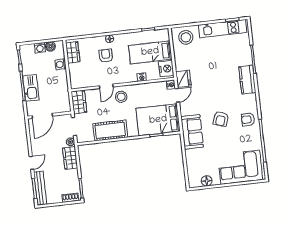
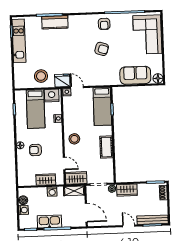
stool: (186, 37) -> (41, 76), moved
wardrobe: (73, 52) -> (46, 180), moved
washing machine: (61, 64) -> (52, 192), moved
kitchen counter: (247, 80) -> (55, 22), moved
door: (106, 86) -> (64, 163), moved
kitchen sink: (31, 88) -> (49, 222), moved
shelving: (65, 101) -> (74, 191), added
bed: (158, 120) -> (102, 106), width x0.67
cot: (110, 130) -> (106, 147), width x0.73, depth x0.75
sofa: (192, 132) -> (135, 75), moved
floor lamp: (207, 181) -> (158, 78), moved

